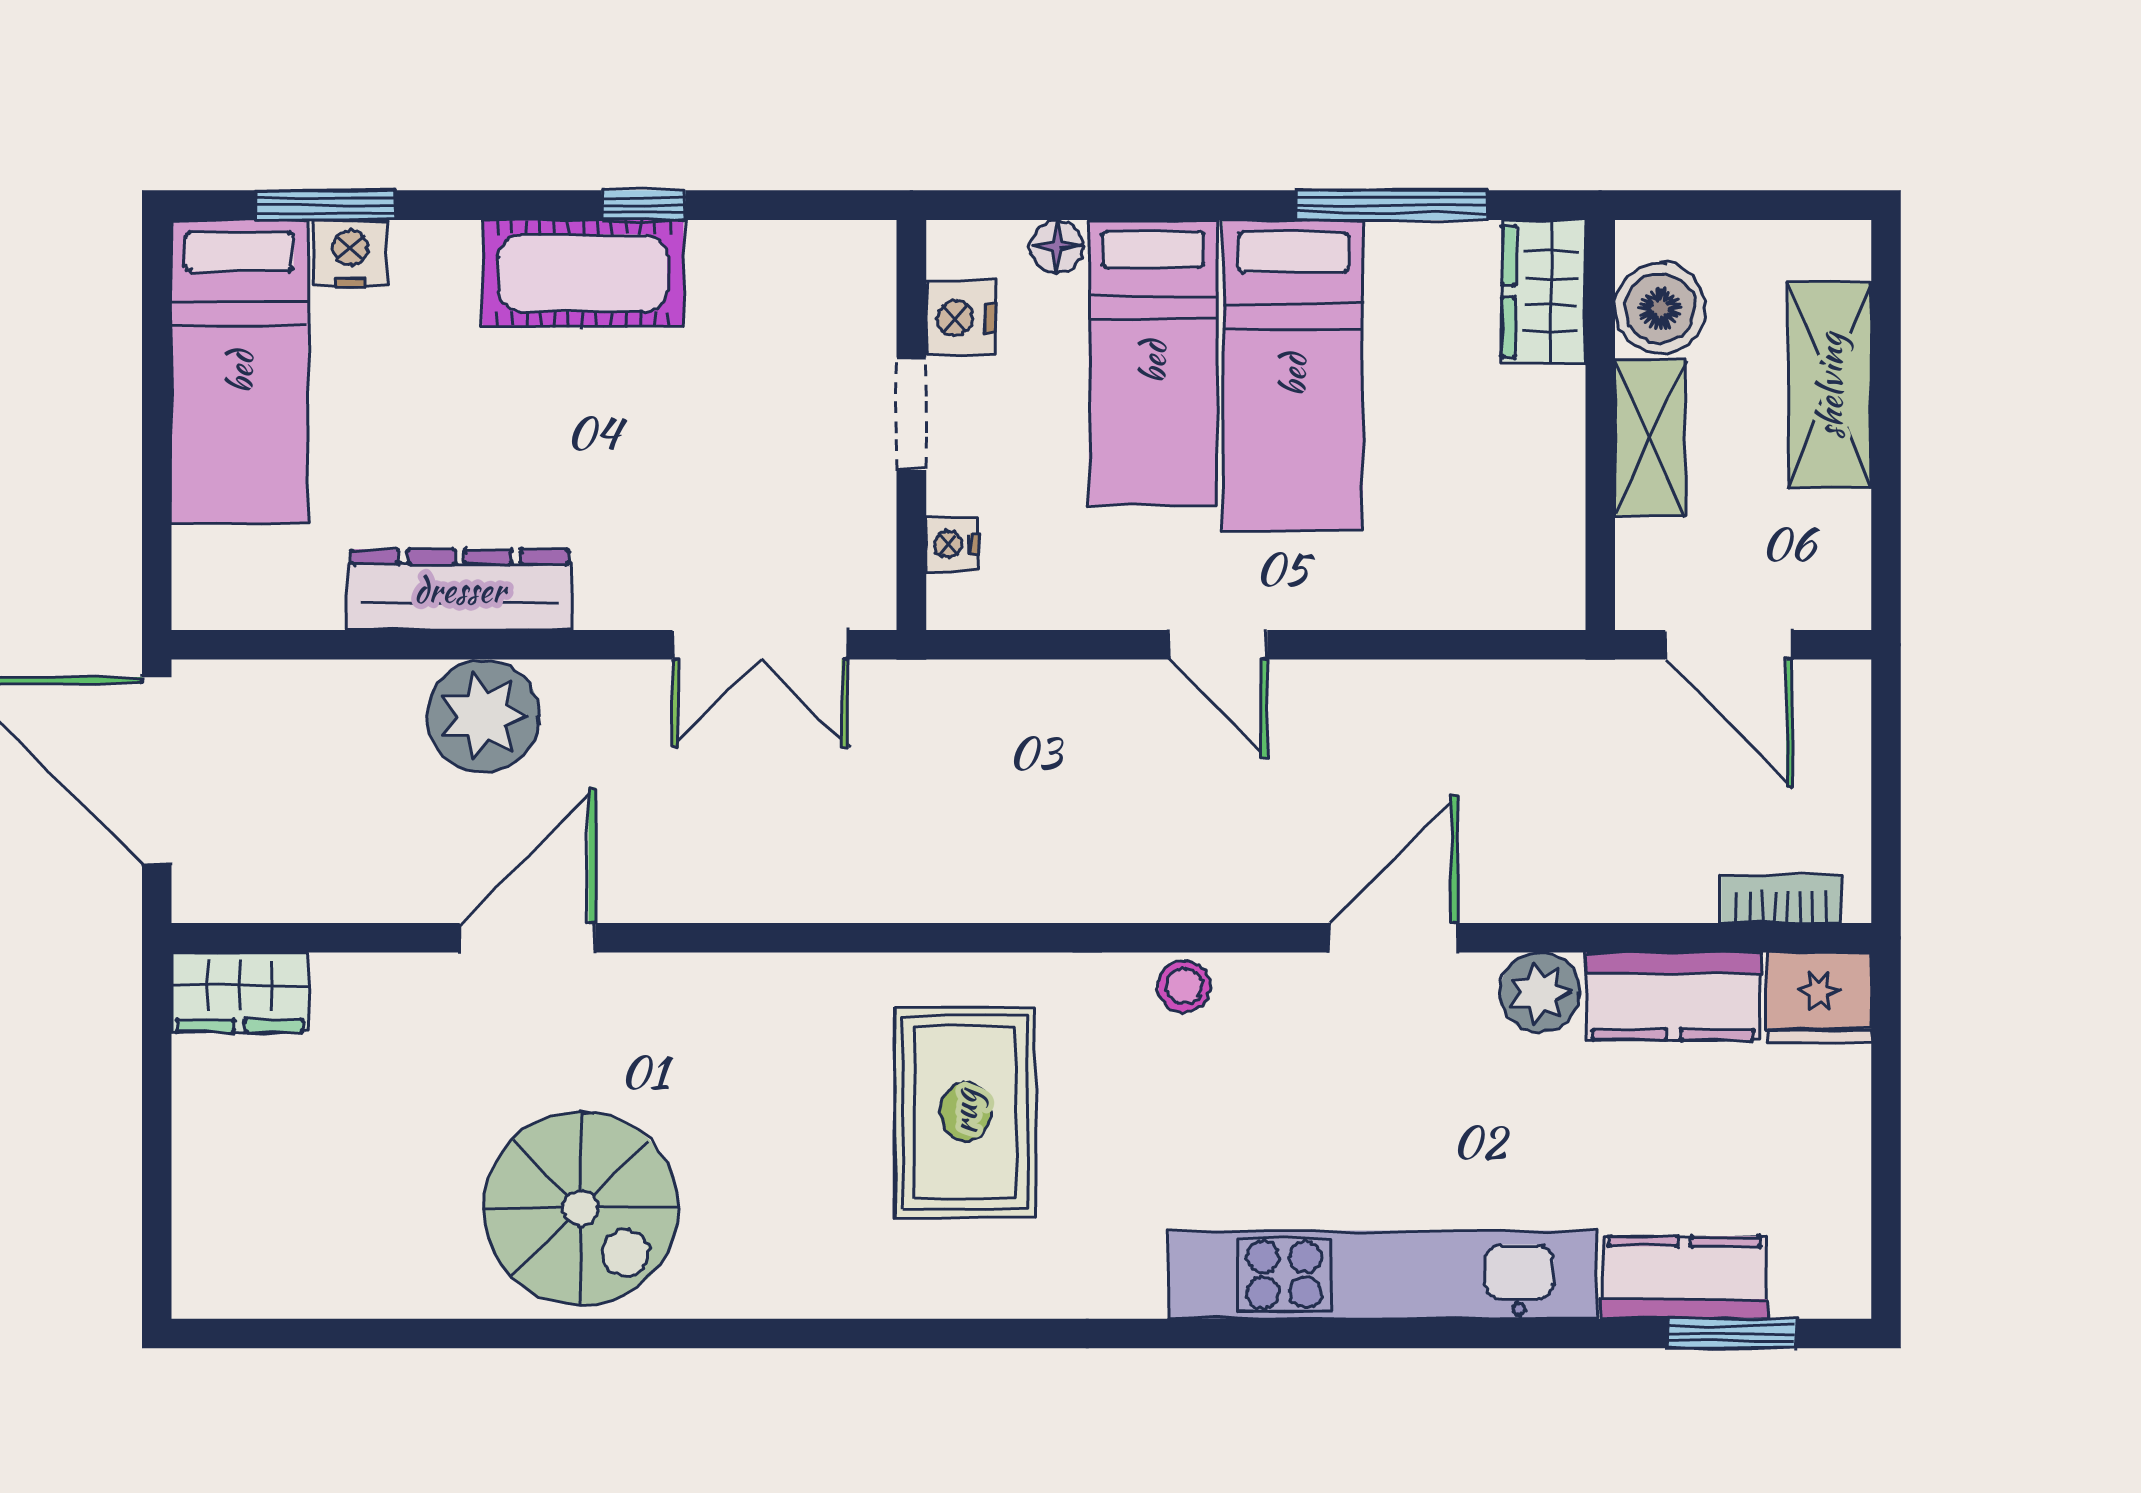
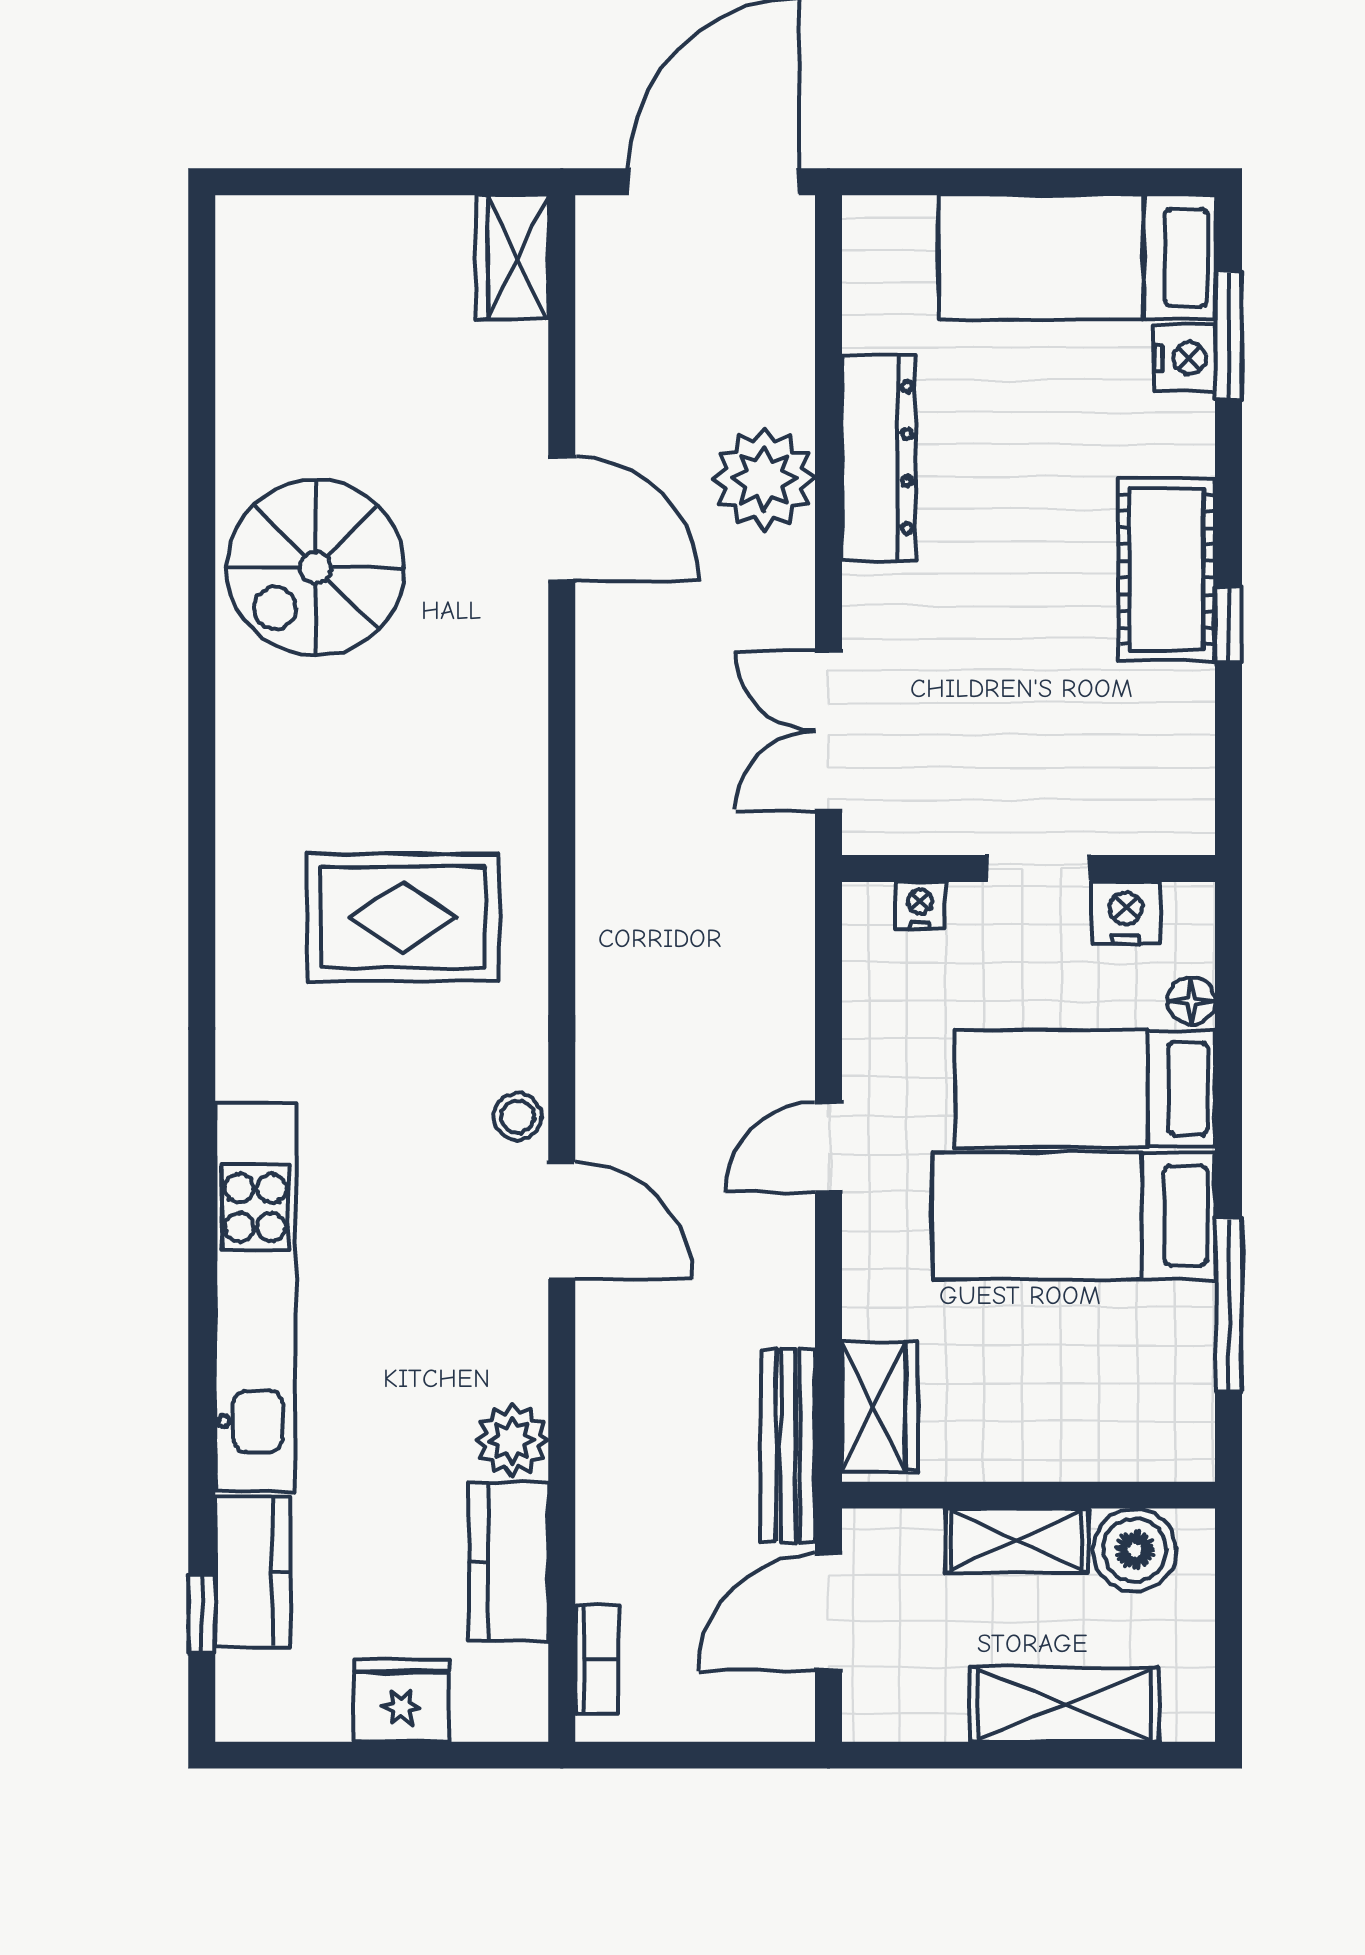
wardrobe: (1544, 292) -> (880, 1406), moved, turned 90
bench: (1546, 689) -> (788, 1446), added
door: (1393, 938) -> (562, 1221), moved
fridge: (1819, 998) -> (401, 1701), moved, turned 90
window: (1731, 1334) -> (202, 1614), width x0.67

